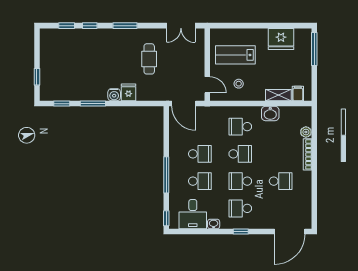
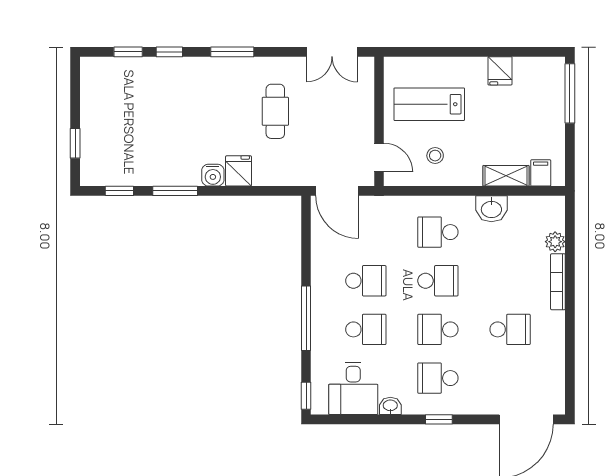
fridge: (281, 39) -> (500, 71), width x0.53, depth x0.75

